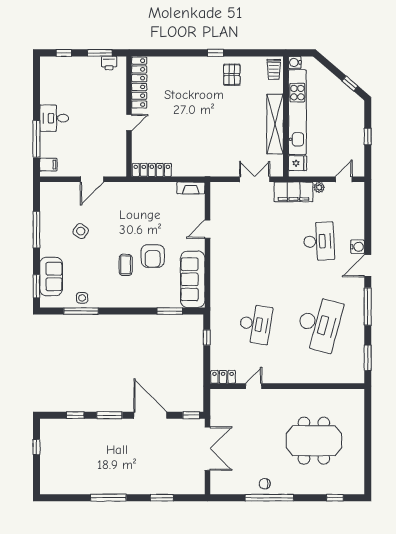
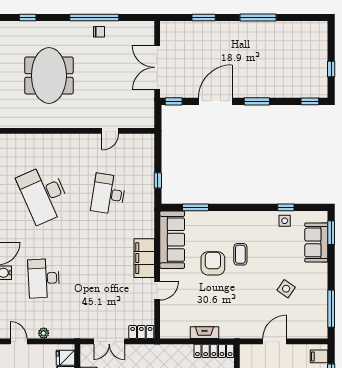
door: (344, 179) -> (19, 341), swing flipped
fireplace: (191, 188) -> (204, 333), moved
filing cabinet: (293, 192) -> (144, 258), moved, turned -90
window: (36, 230) -> (331, 309), moved
window: (81, 311) -> (286, 207), width x0.46
desk: (319, 324) -> (44, 194), turned -39
locker: (223, 377) -> (141, 332), moved, turned 180
window: (75, 415) -> (310, 101), moved
door: (150, 415) -> (215, 101), swing flipped
meeting table: (314, 441) -> (49, 75), turned 90

